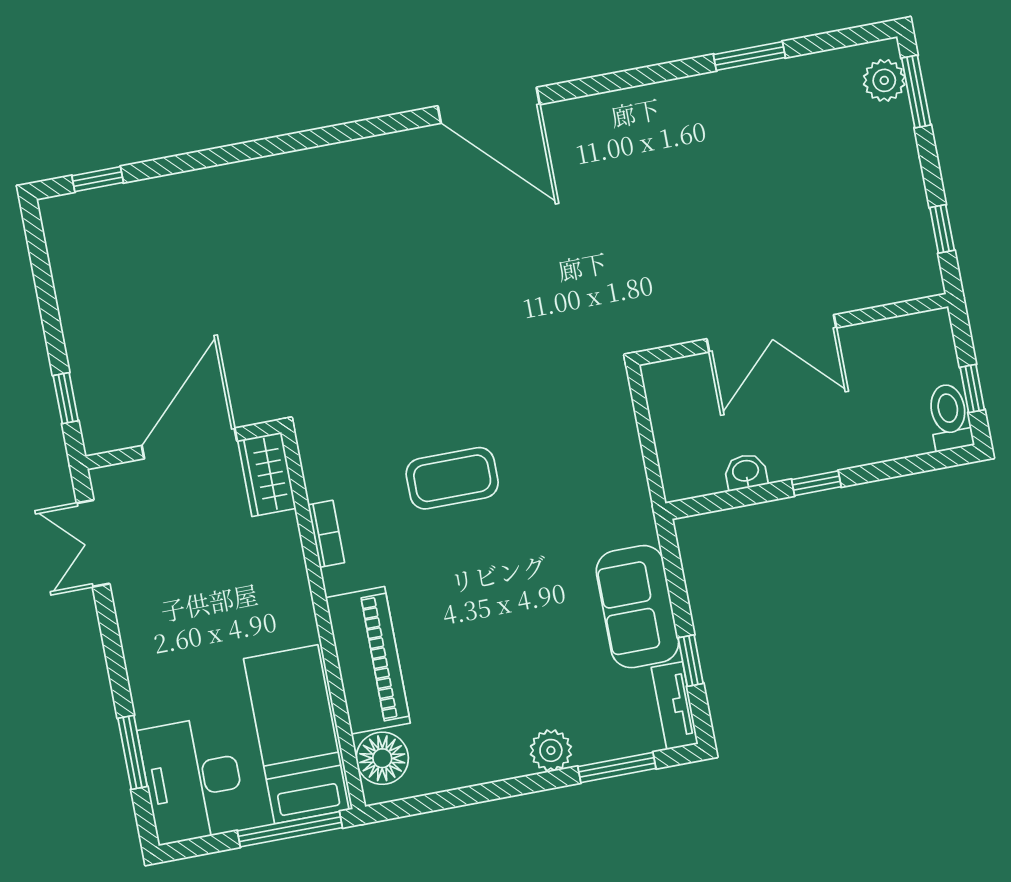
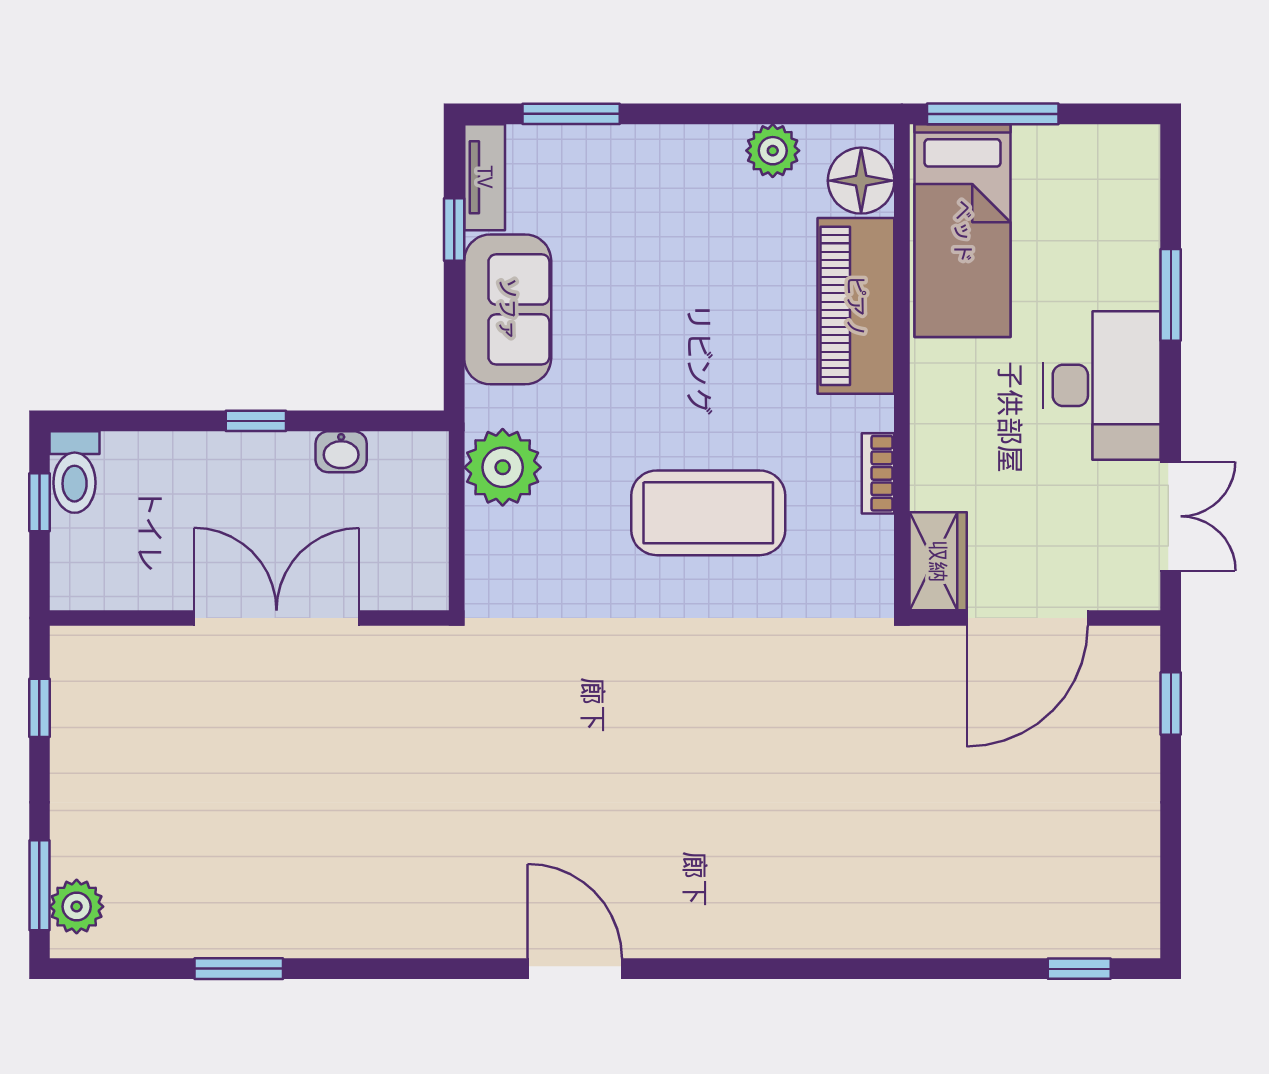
door: (489, 105) -> (575, 969), width x0.73
coffee table: (452, 478) -> (708, 513), width x1.36, depth x1.32
plant: (618, 483) -> (503, 467), added
plant: (551, 750) -> (773, 151), moved
window: (133, 752) -> (1171, 295), moved
desk: (193, 780) -> (1102, 385), moved

